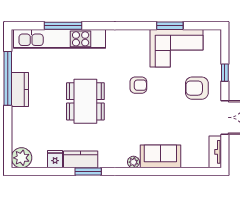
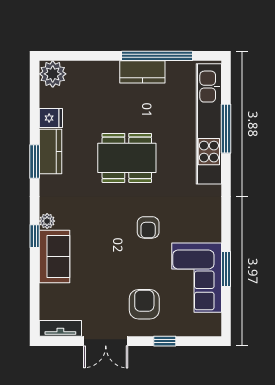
window: (145, 172) -> (35, 236), added

